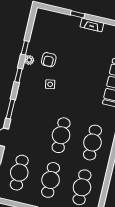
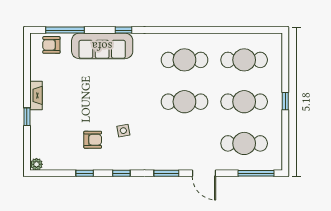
plant: (29, 60) -> (36, 164), moved

